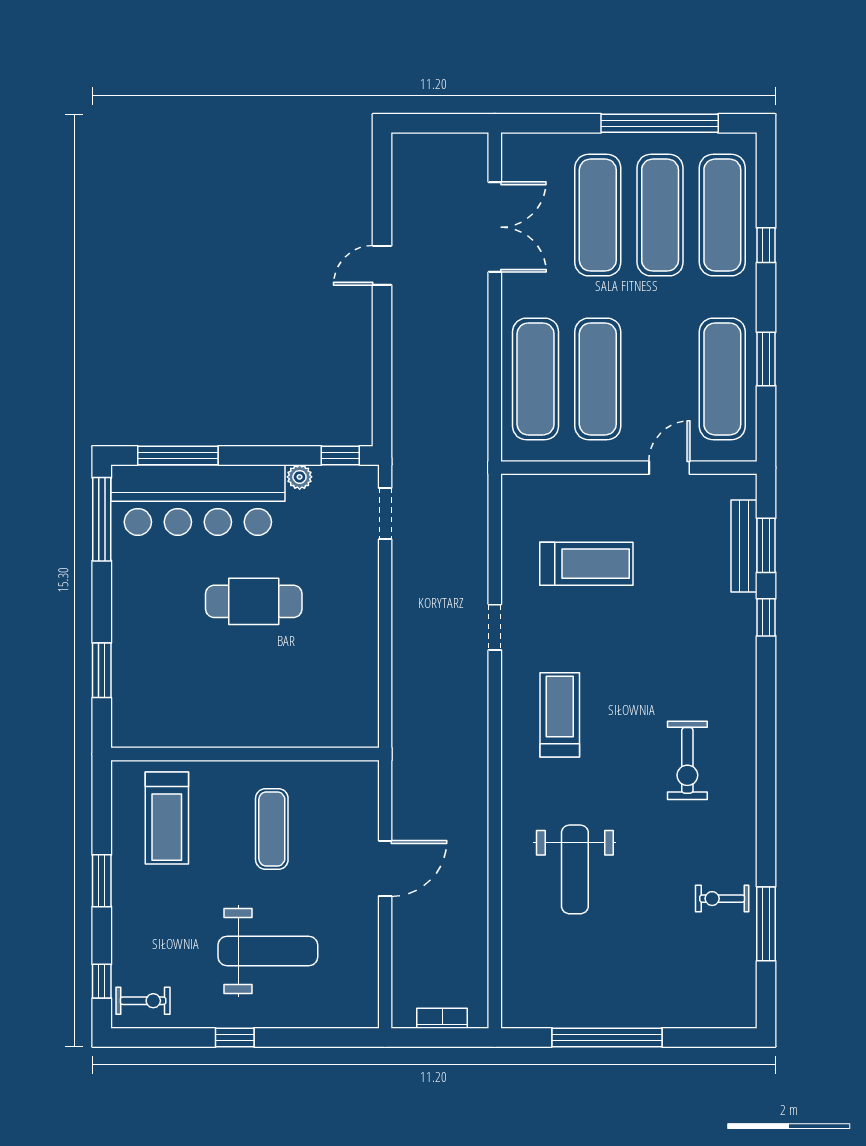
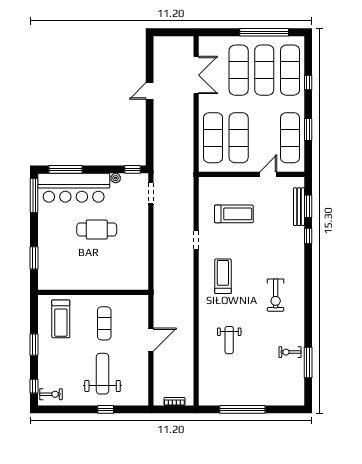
weight bench: (575, 869) -> (229, 340), width x0.73, depth x0.75
weight bench: (268, 951) -> (103, 374), turned -90
window: (235, 1037) -> (106, 409), moved

